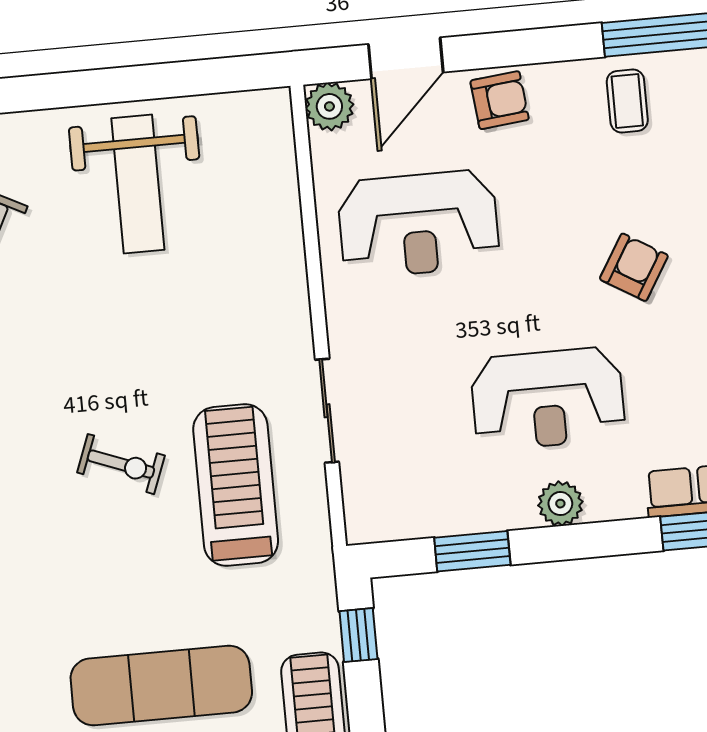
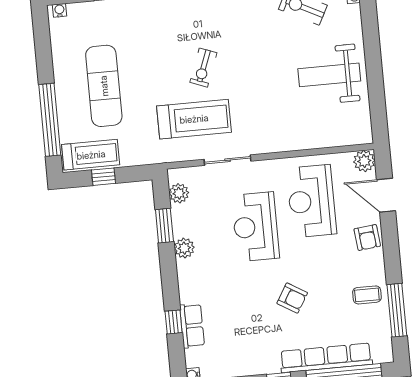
reception desk: (548, 399) -> (255, 227), moved
plant: (560, 504) -> (184, 248), moved
plant: (400, 519) -> (179, 193), added
window: (358, 635) -> (104, 177), moved

